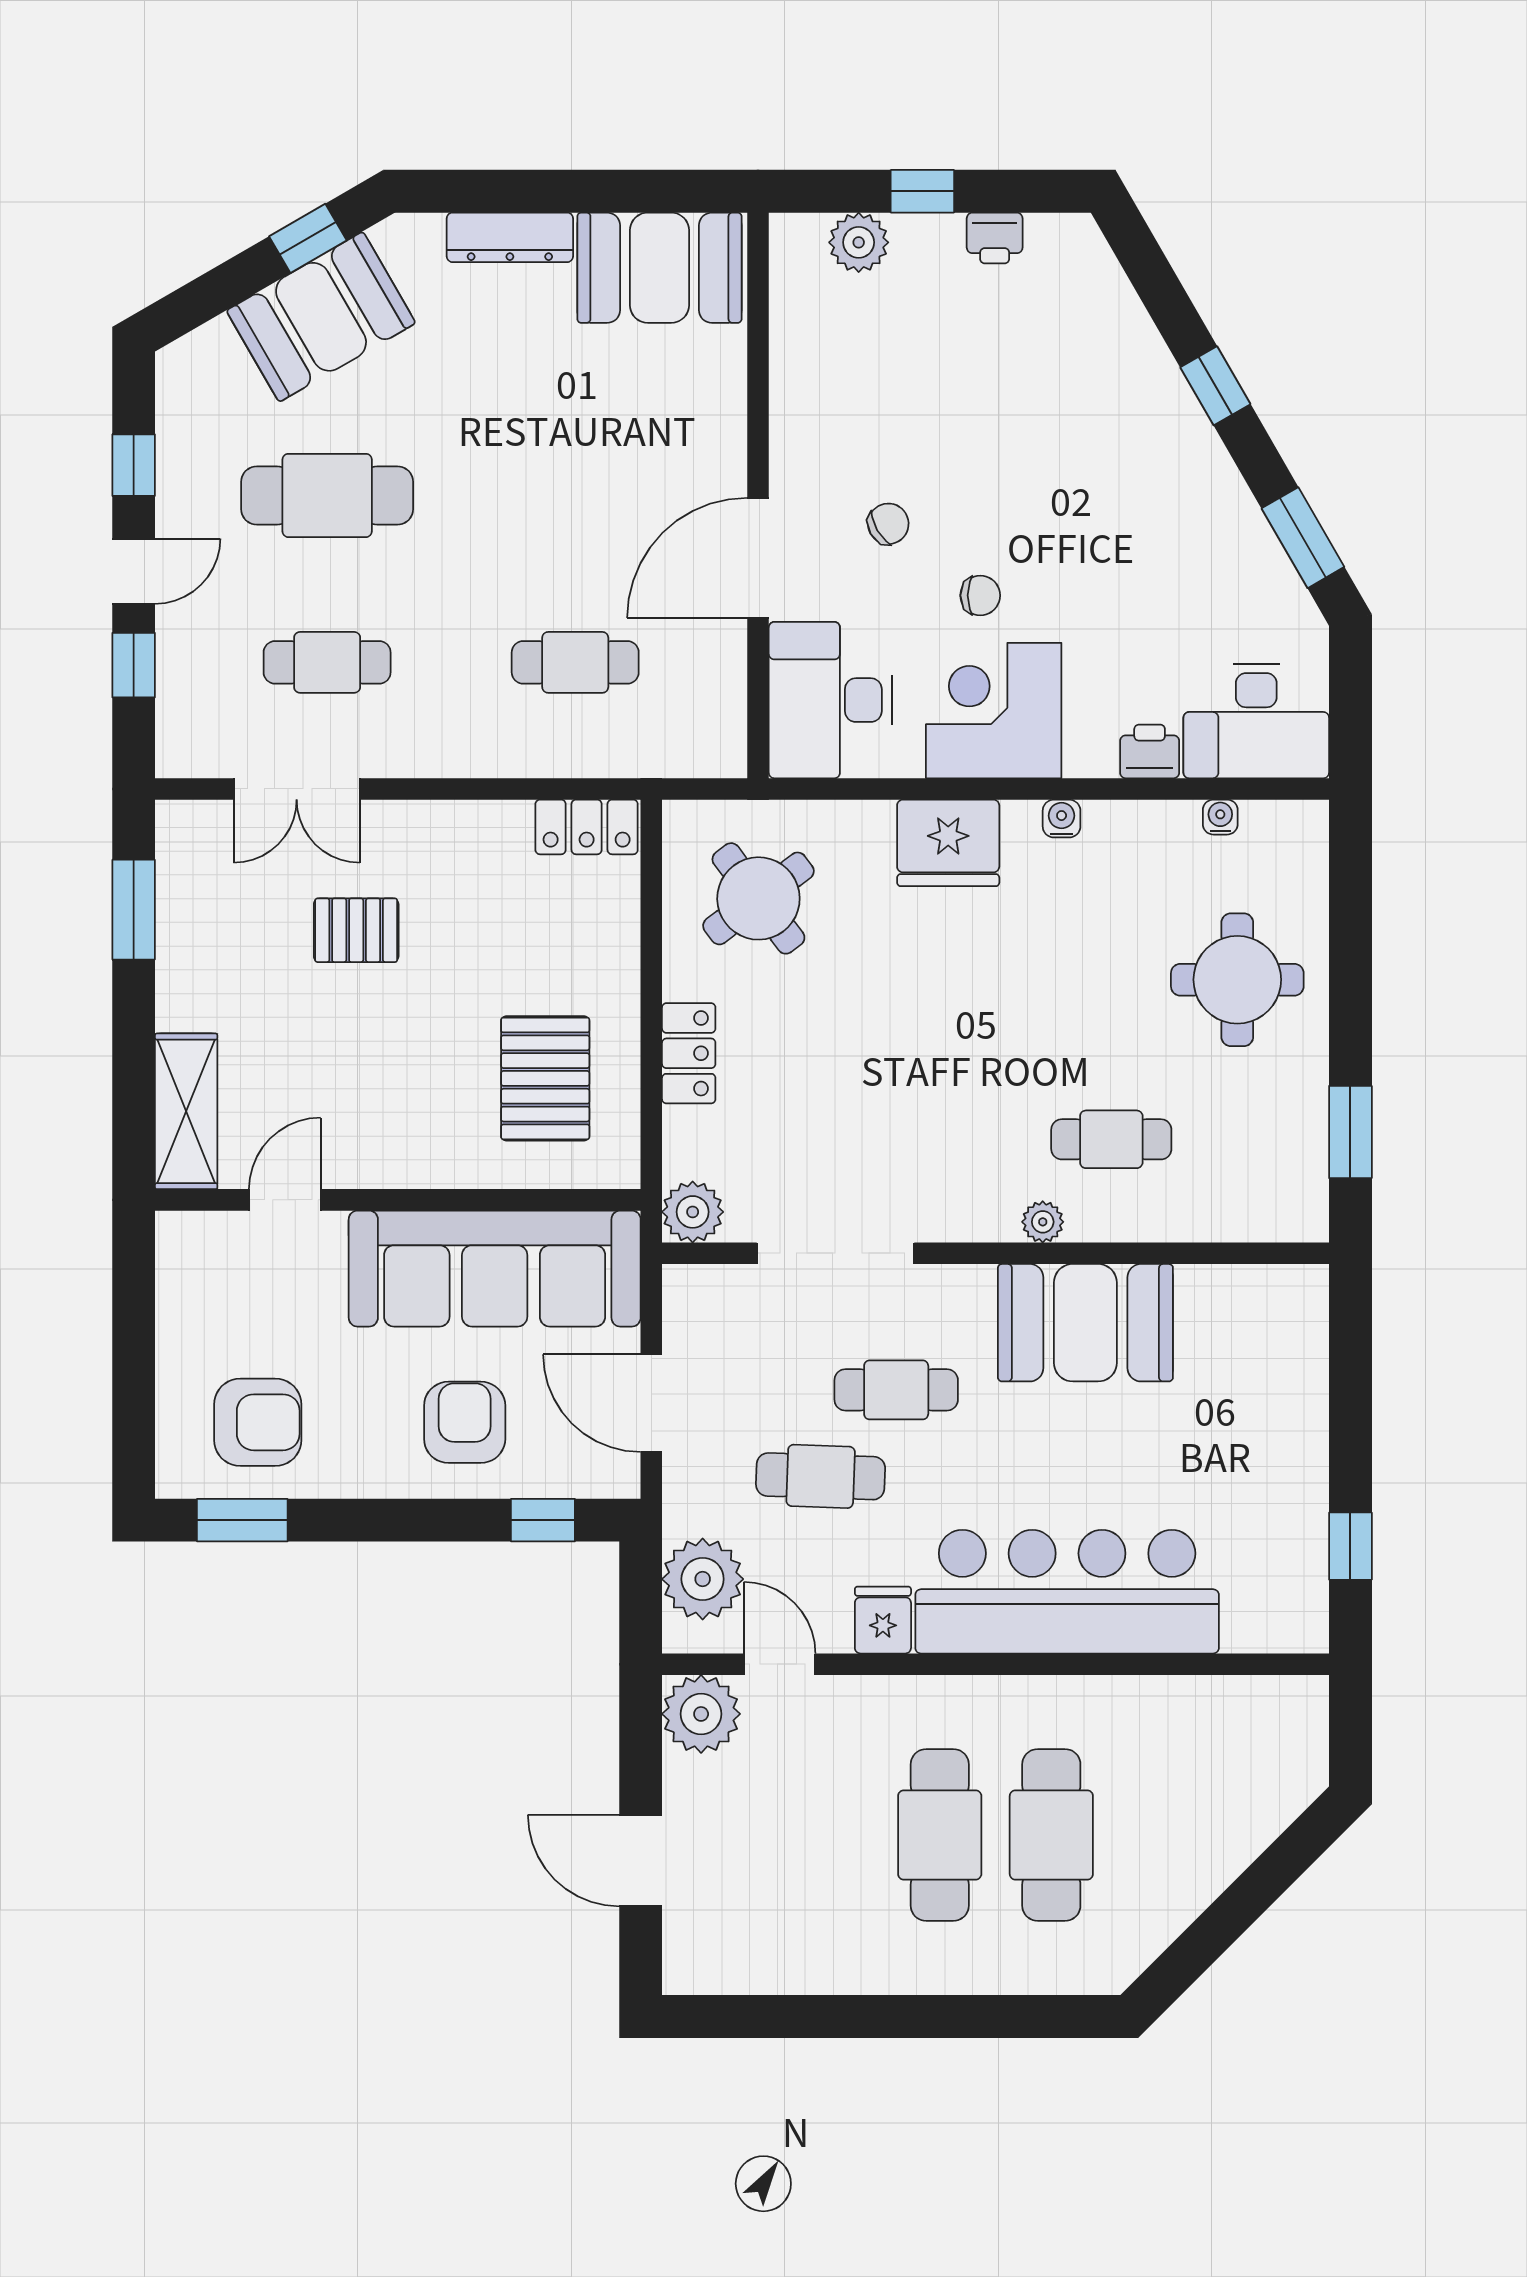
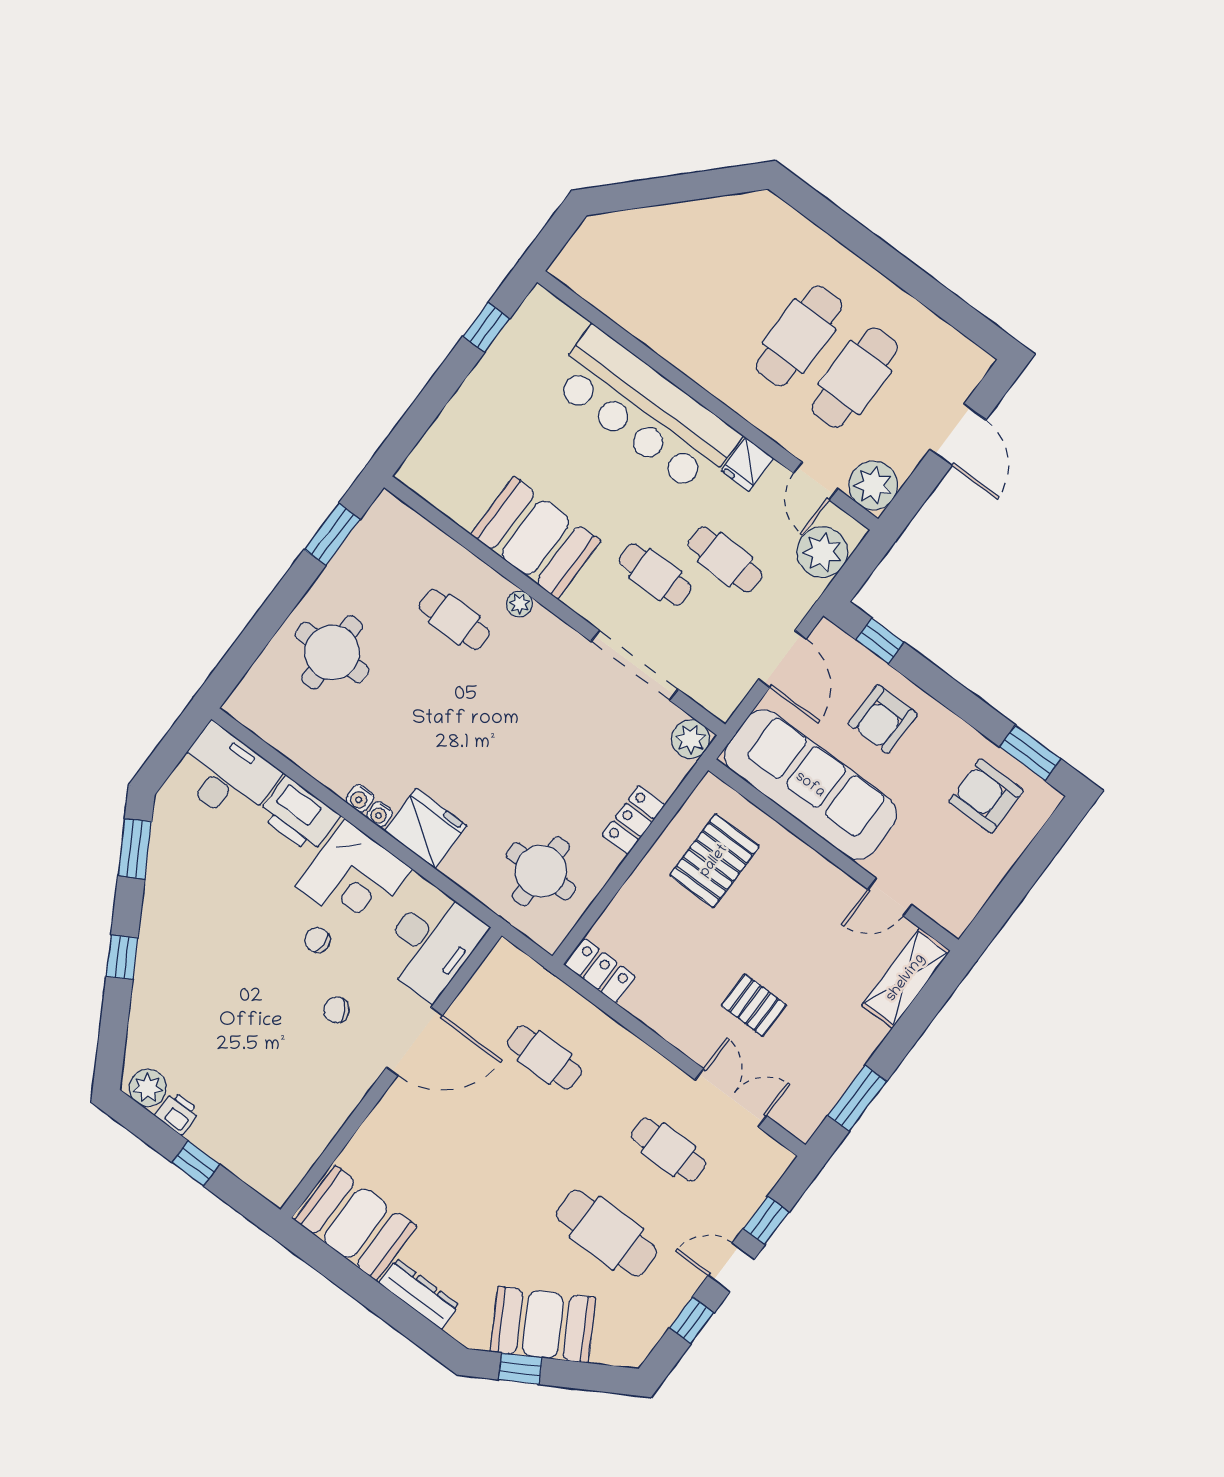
plant: (859, 242) -> (148, 1088), moved
printer: (1150, 751) -> (299, 815), width x1.87, depth x1.48
water cooler: (1220, 817) -> (380, 814), moved
round table: (758, 898) -> (541, 871), turned 37
cafe table: (1051, 1835) -> (855, 378), moved

